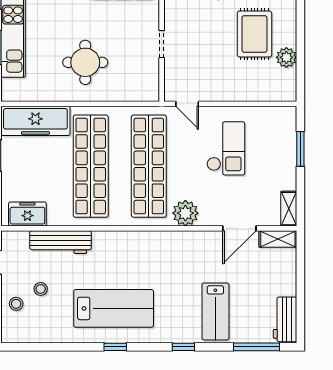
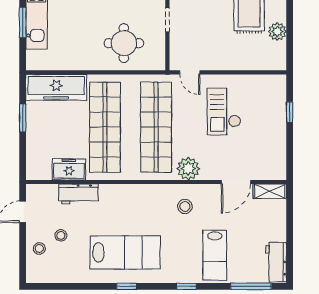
round table: (85, 62) -> (124, 43), moved
checkout: (226, 148) -> (224, 112), turned 180
window: (300, 149) -> (290, 112), width x0.67
shelving: (289, 209) -> (279, 165), removed
freezer: (27, 214) -> (69, 169), moved
workbench: (61, 242) -> (78, 194), width x0.73
stool: (182, 256) -> (185, 206), added

